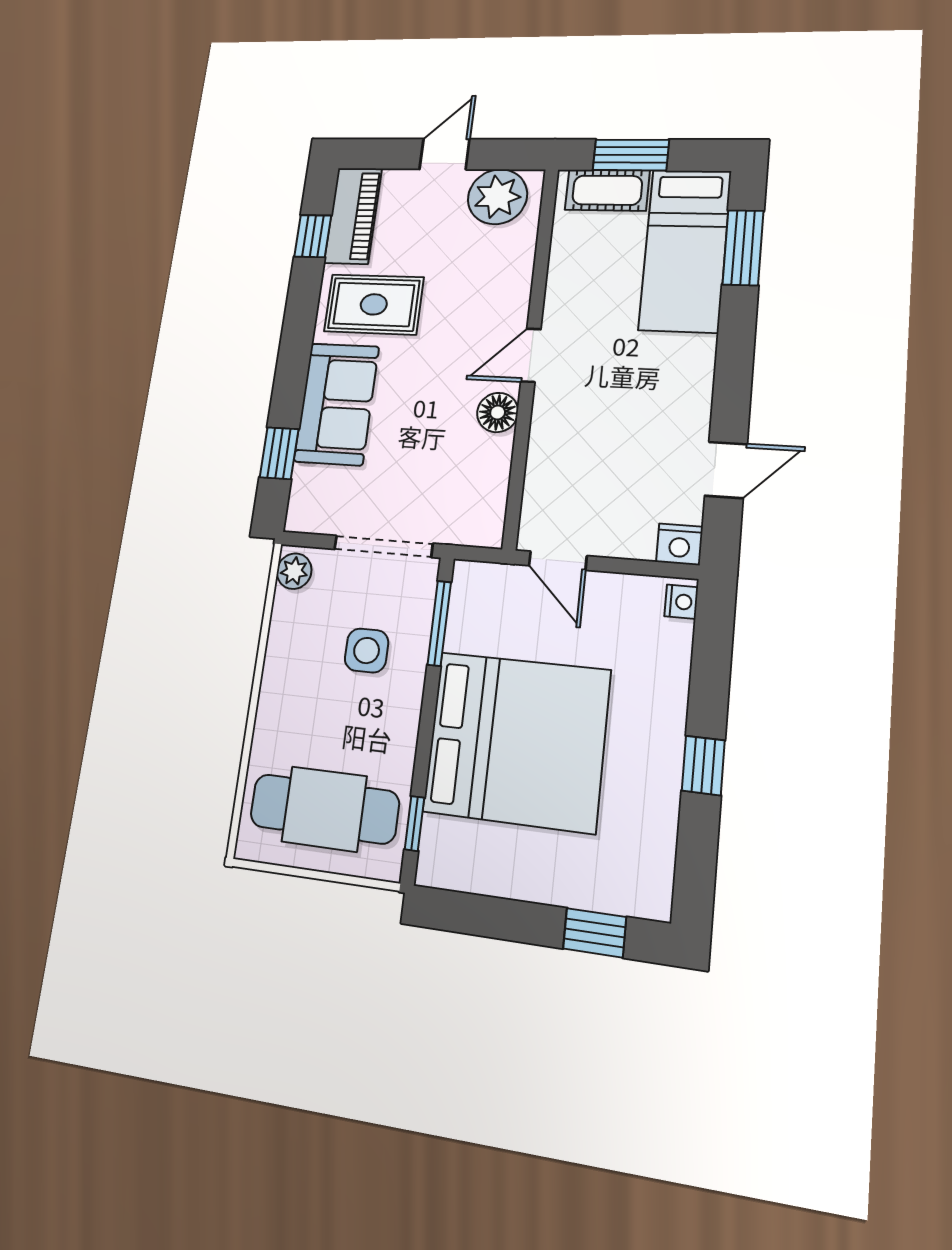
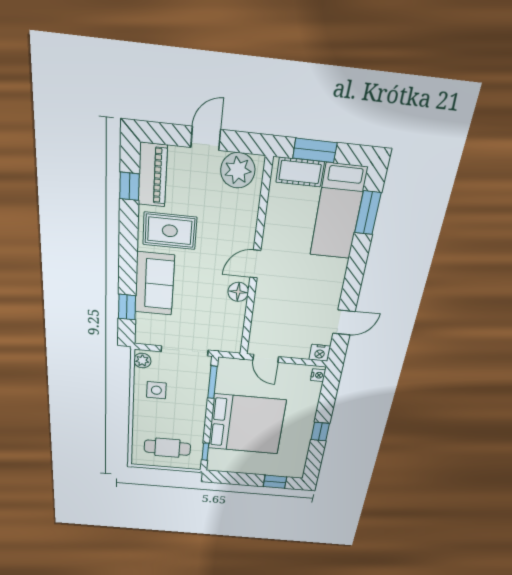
side table: (367, 650) -> (156, 390), moved
cafe table: (324, 809) -> (167, 448), width x0.73, depth x0.74

